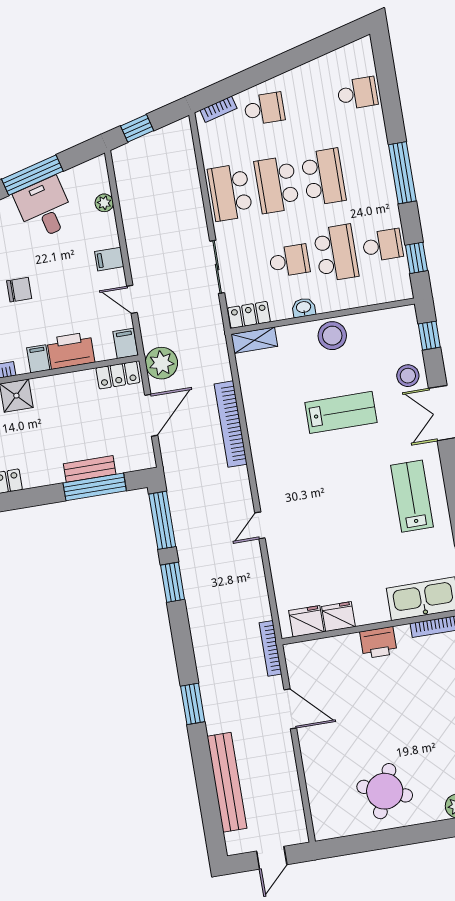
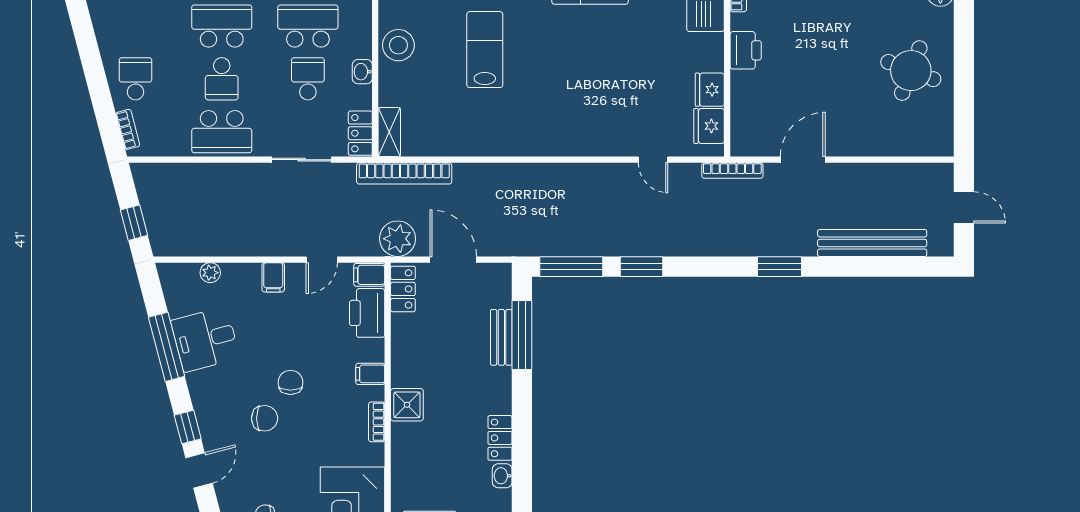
school desk: (277, 185) -> (222, 79), width x0.54
printer: (71, 351) -> (367, 313), moved
bookcase: (231, 424) -> (404, 173), moved
door: (260, 525) -> (653, 160), moved

